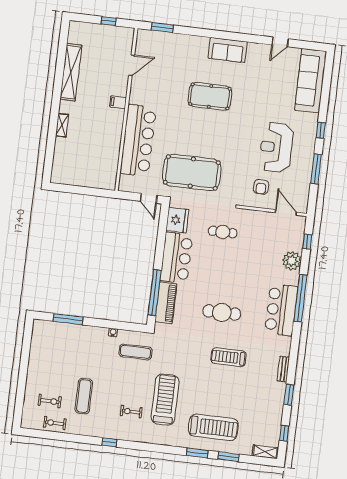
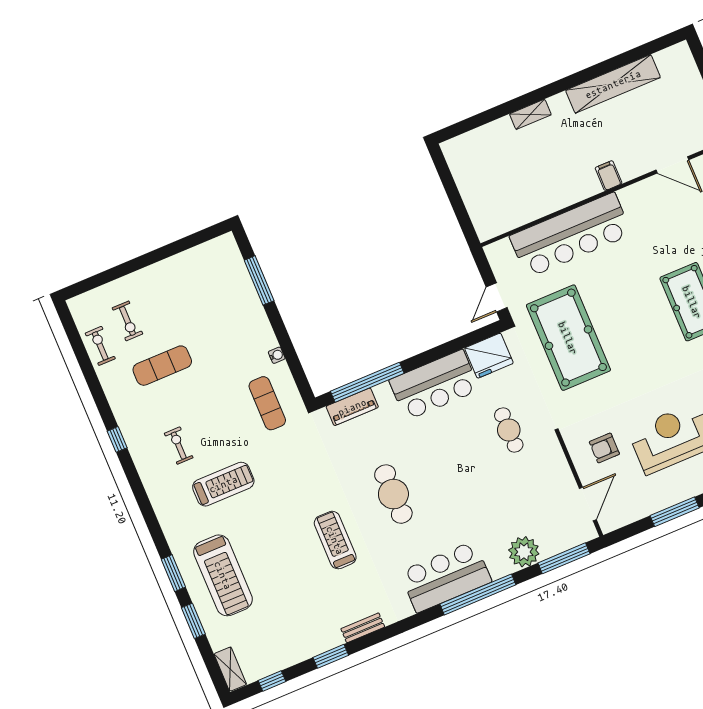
window: (307, 242) -> (564, 558), width x2.17
piano: (166, 303) -> (352, 407), width x0.73, depth x0.75
treadmill: (165, 400) -> (223, 484), width x0.73, depth x0.73

